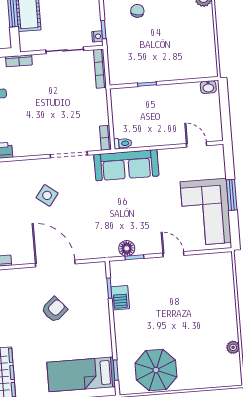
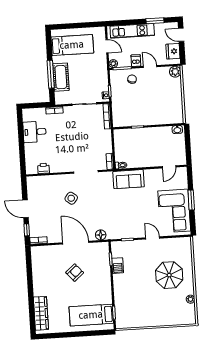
door: (197, 145) -> (169, 167), swing flipped
sofa: (126, 165) -> (129, 179), width x0.73
floor lamp: (127, 248) -> (101, 235), moved
parasol: (156, 370) -> (169, 275), moved

